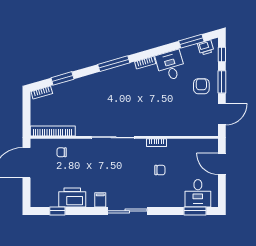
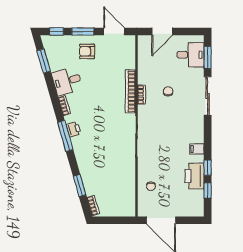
printer: (206, 48) -> (73, 129), moved
bookcase: (53, 131) -> (130, 91), moved
window: (81, 211) -> (208, 168), added
sliding door: (127, 211) -> (208, 96), moved

